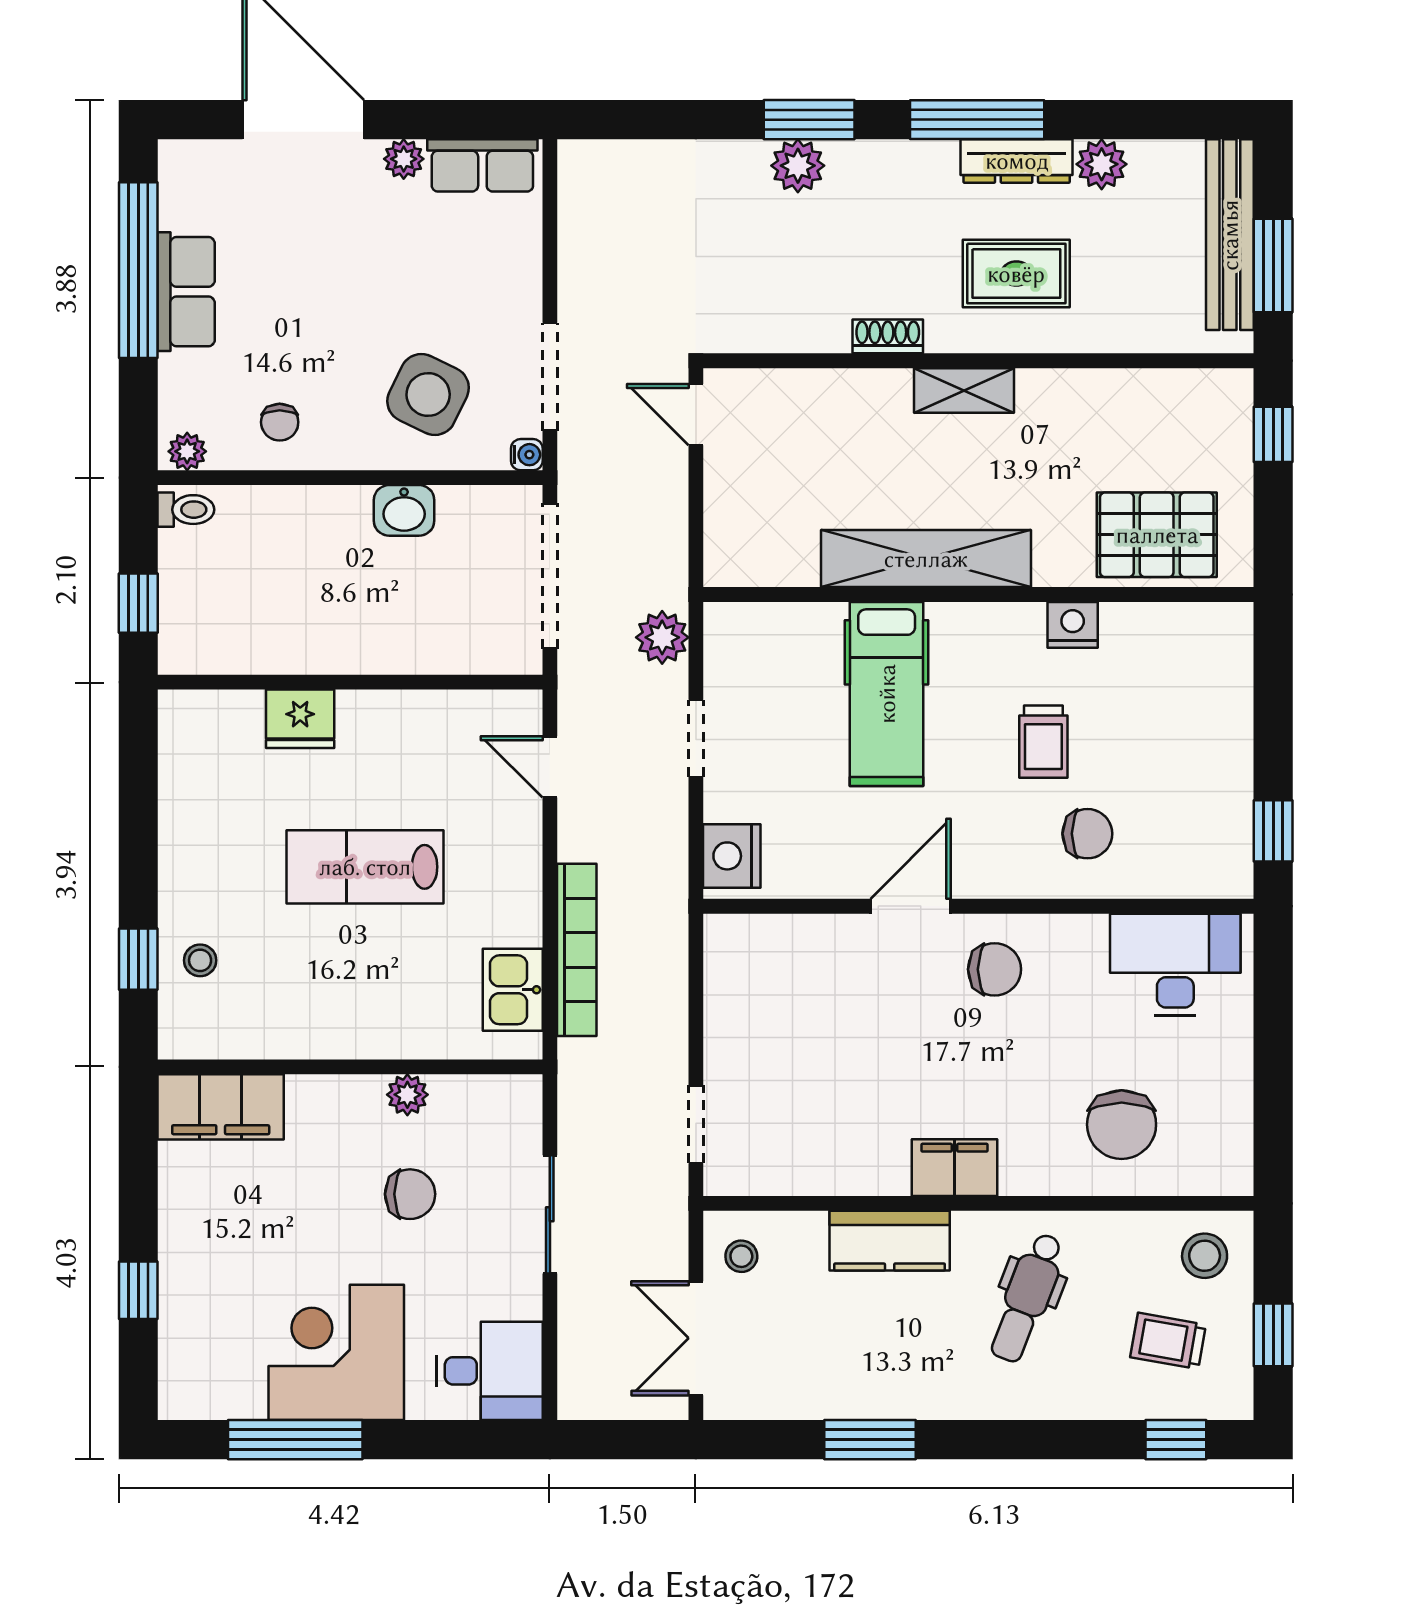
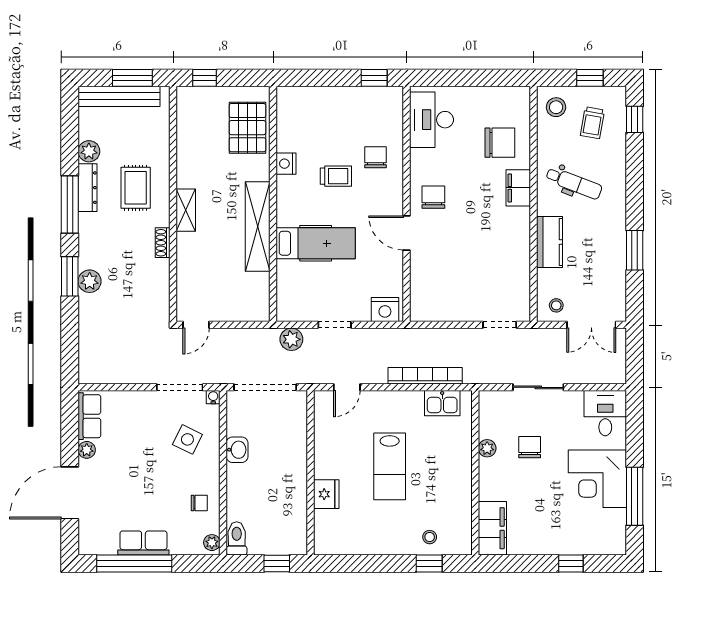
side table: (428, 394) -> (187, 439), width x0.73, depth x0.73
toilet: (186, 510) -> (237, 538), width x1.37, depth x1.39
filing cabinet: (954, 1168) -> (518, 188), moved

